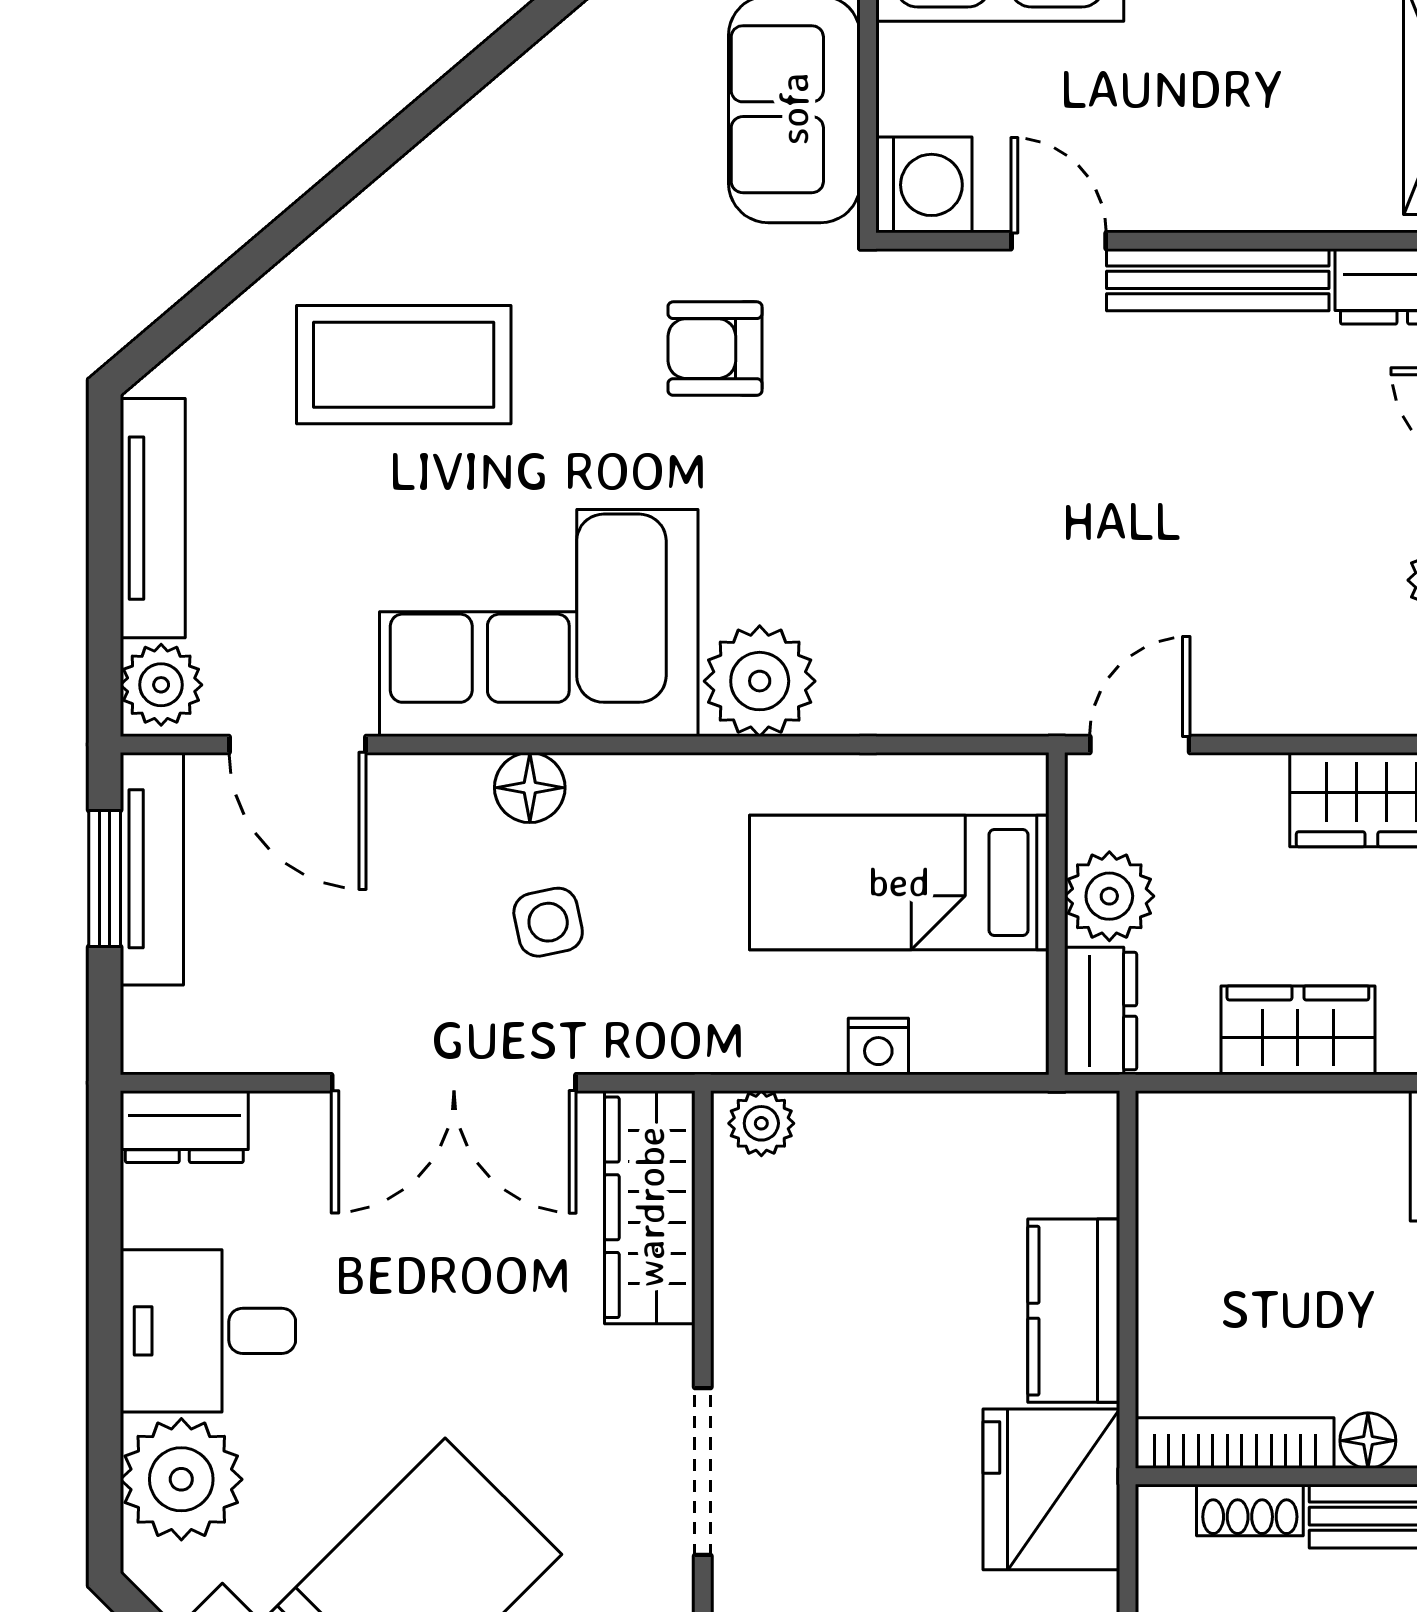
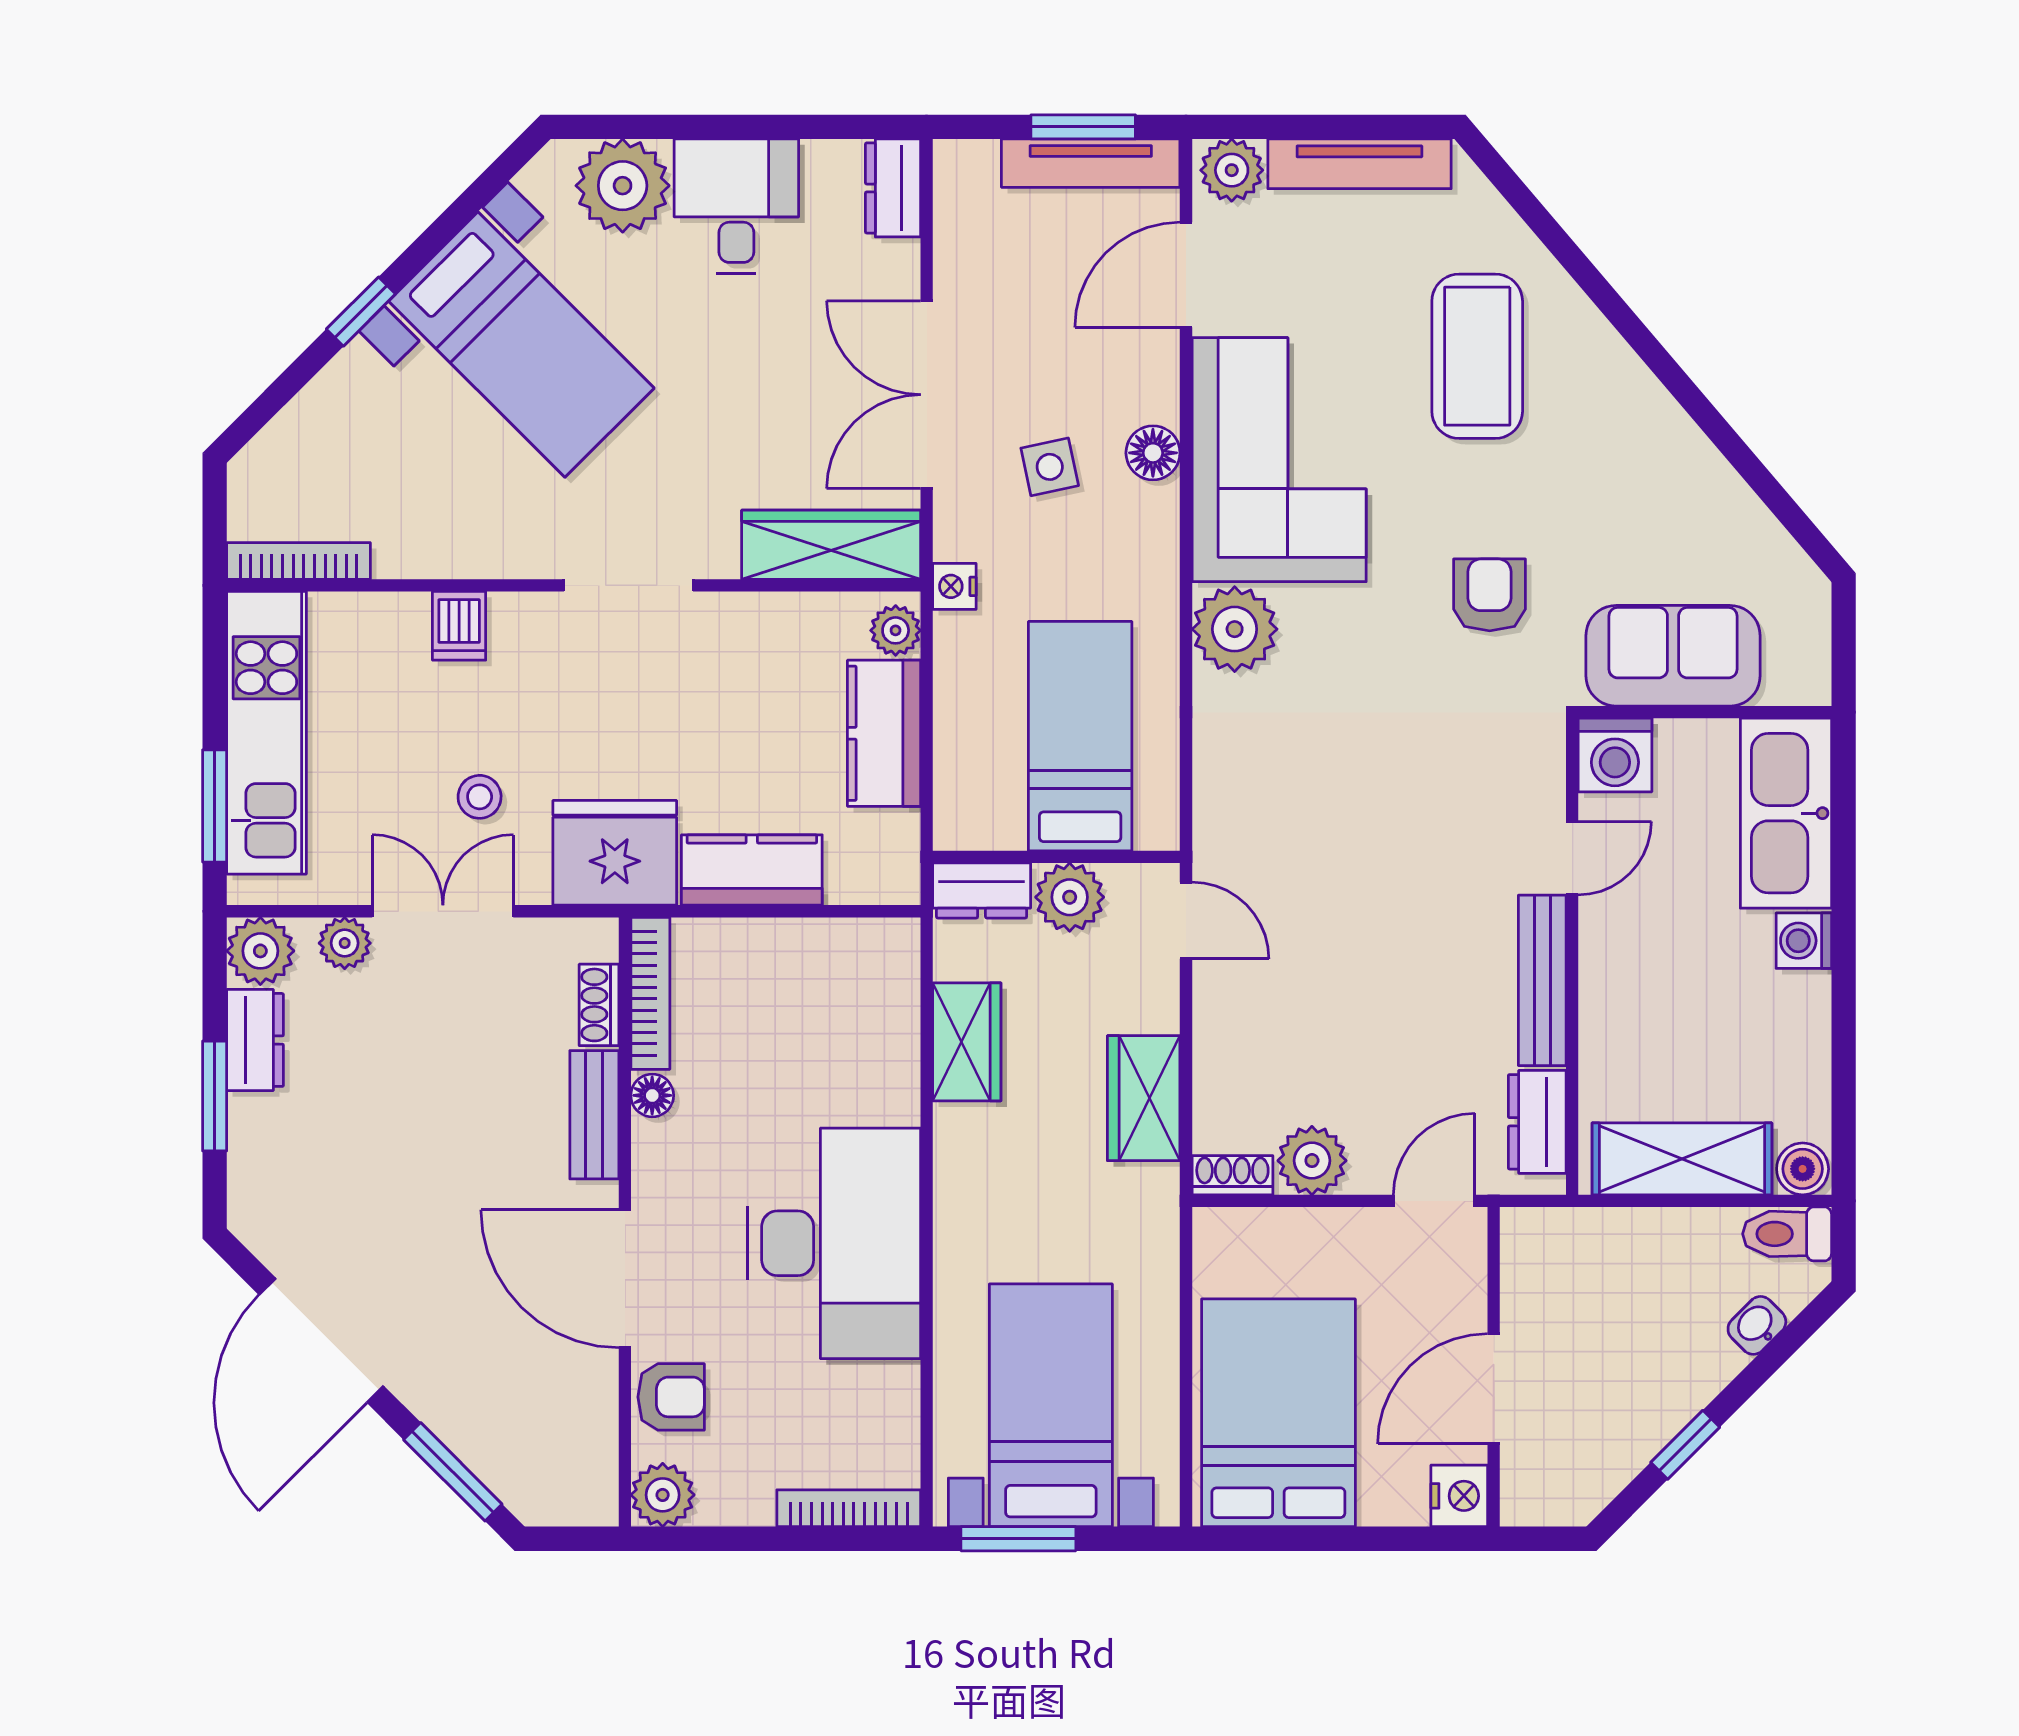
nightstand: (878, 1047) -> (954, 586), moved
kitchen counter: (895, 1138) -> (884, 733), added

